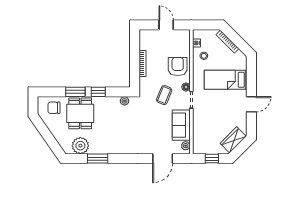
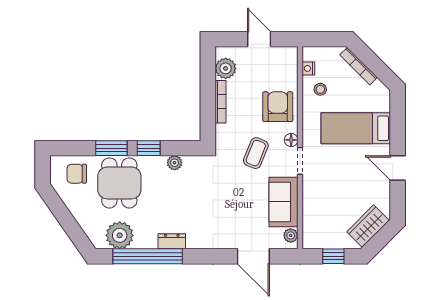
plant: (146, 43) -> (226, 68), added
plant: (125, 101) -> (175, 163), moved
door: (251, 104) -> (398, 168), swing flipped
dresser: (112, 149) -> (172, 241), added
window: (98, 159) -> (148, 256), width x2.11
door: (163, 159) -> (253, 256), hinge flipped

